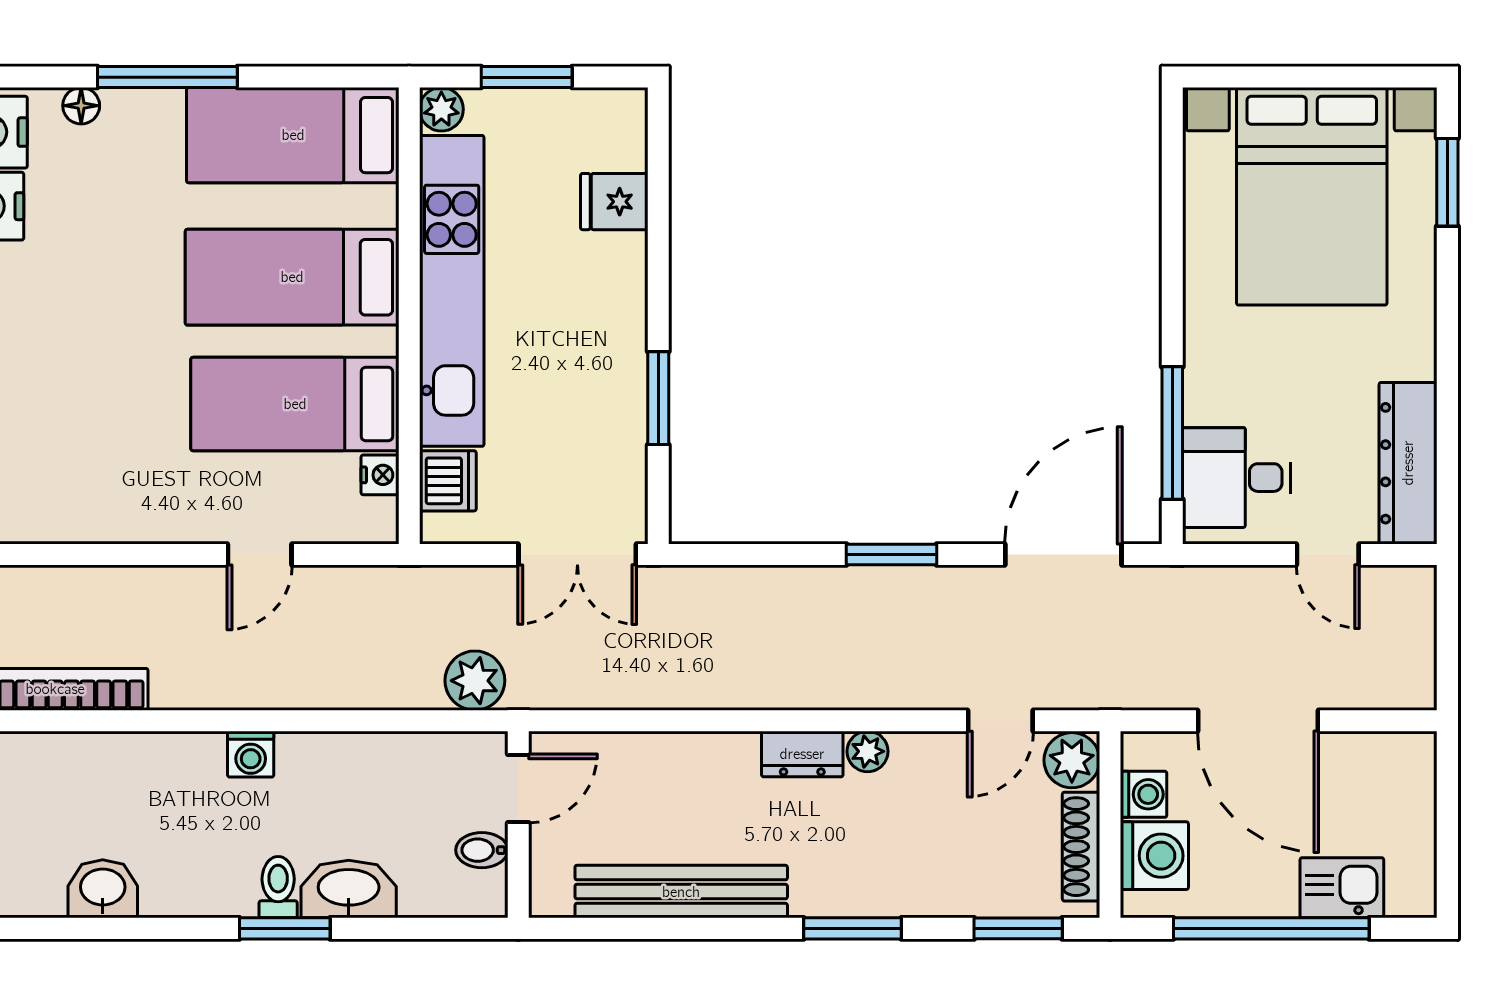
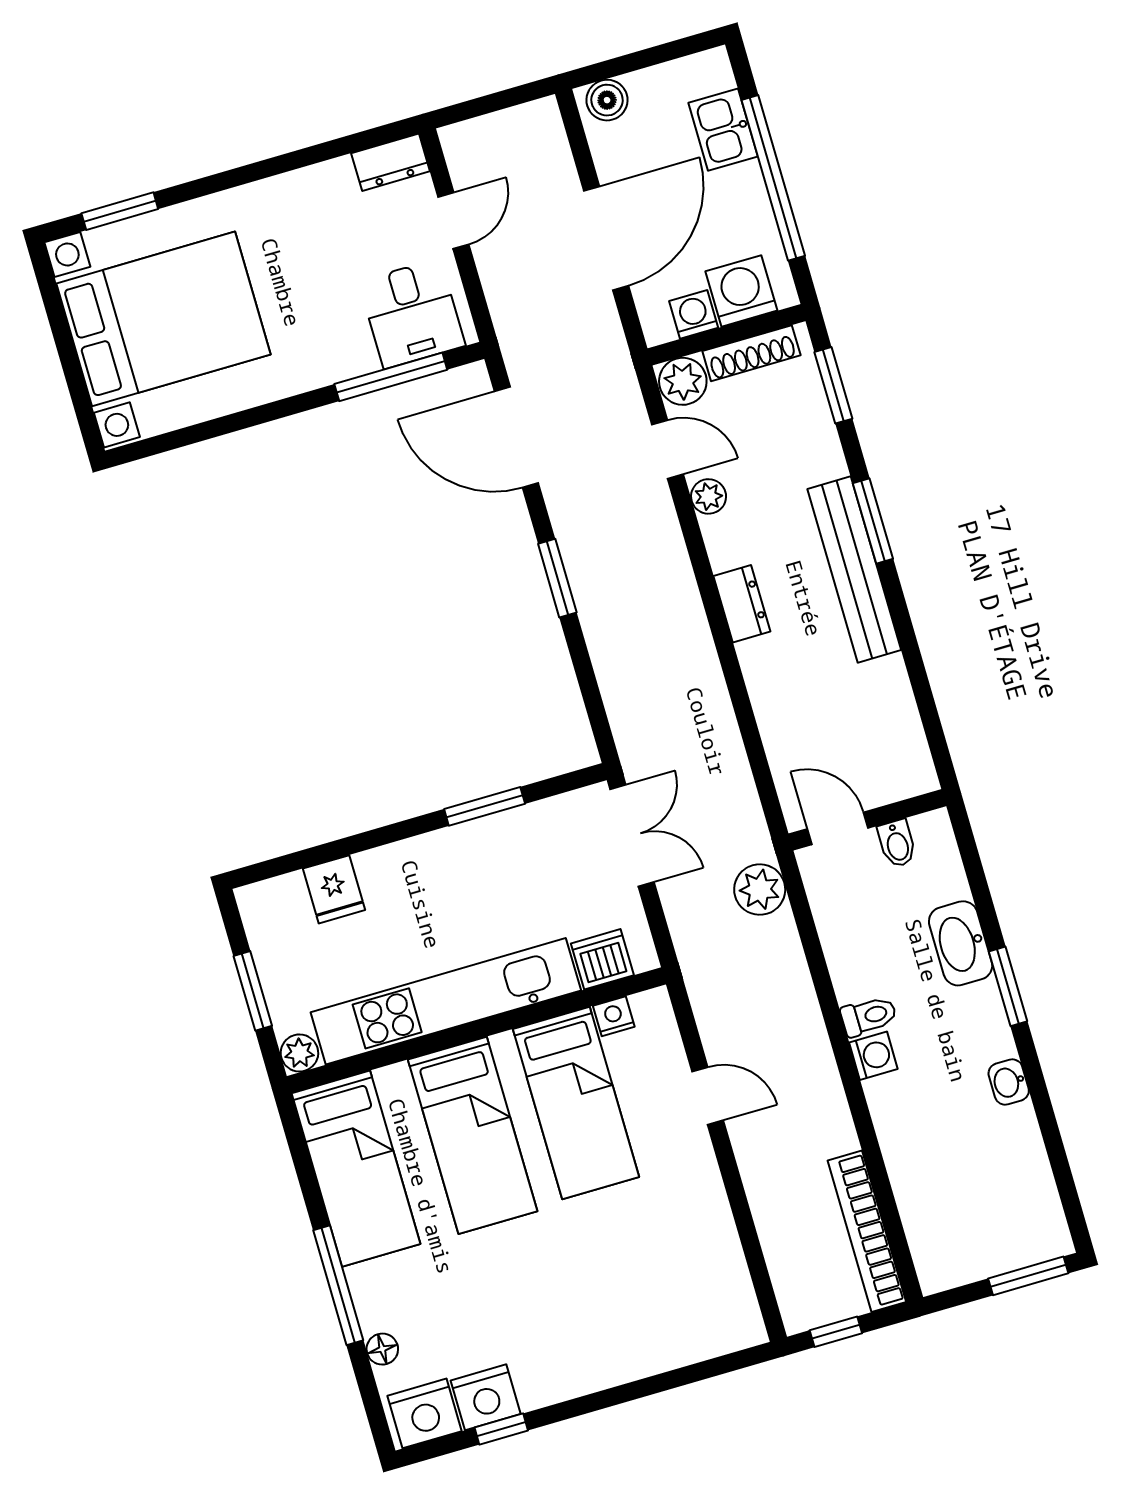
dresser: (1408, 463) -> (391, 162), width x0.51, depth x0.80
plant: (868, 751) -> (709, 496), moved
boiler: (1413, 767) -> (607, 100), added
toilet: (278, 887) -> (869, 1016), moved, turned 180
washbasin: (103, 889) -> (1009, 1082), moved, width x0.72, depth x0.69
bench: (681, 892) -> (854, 570), moved

